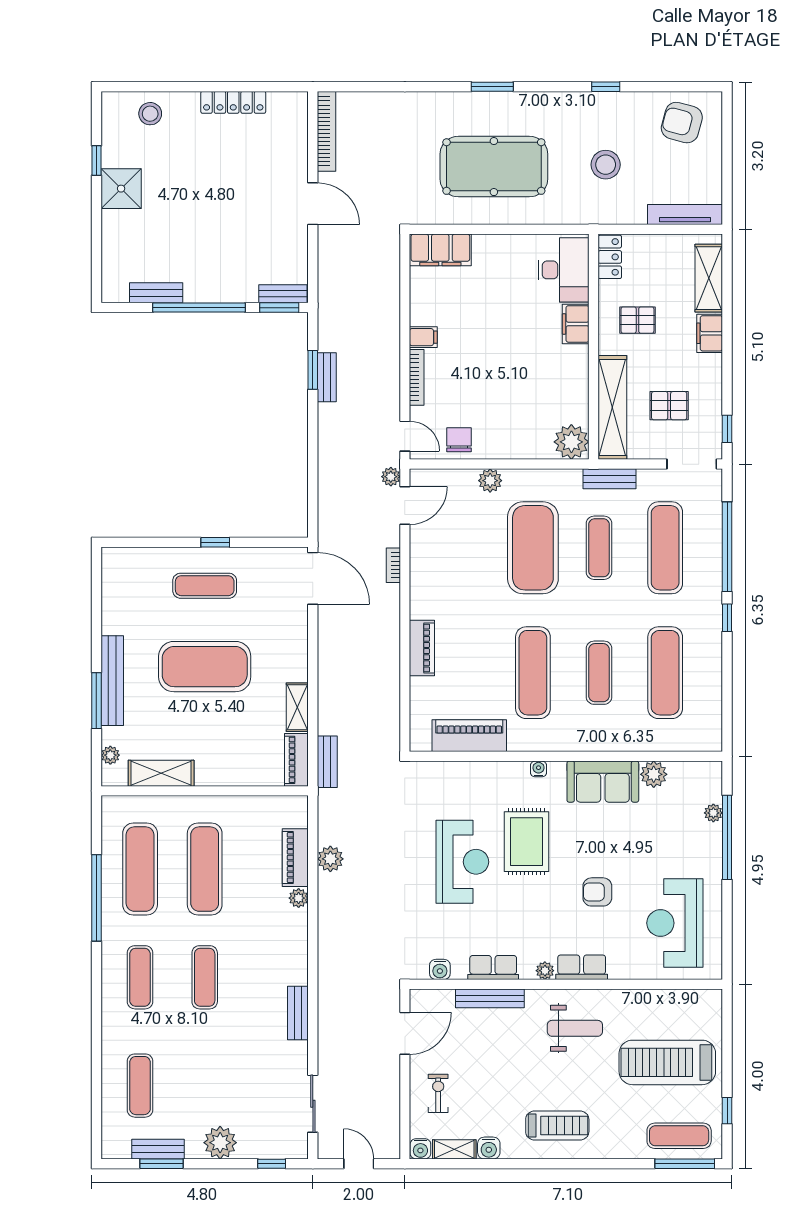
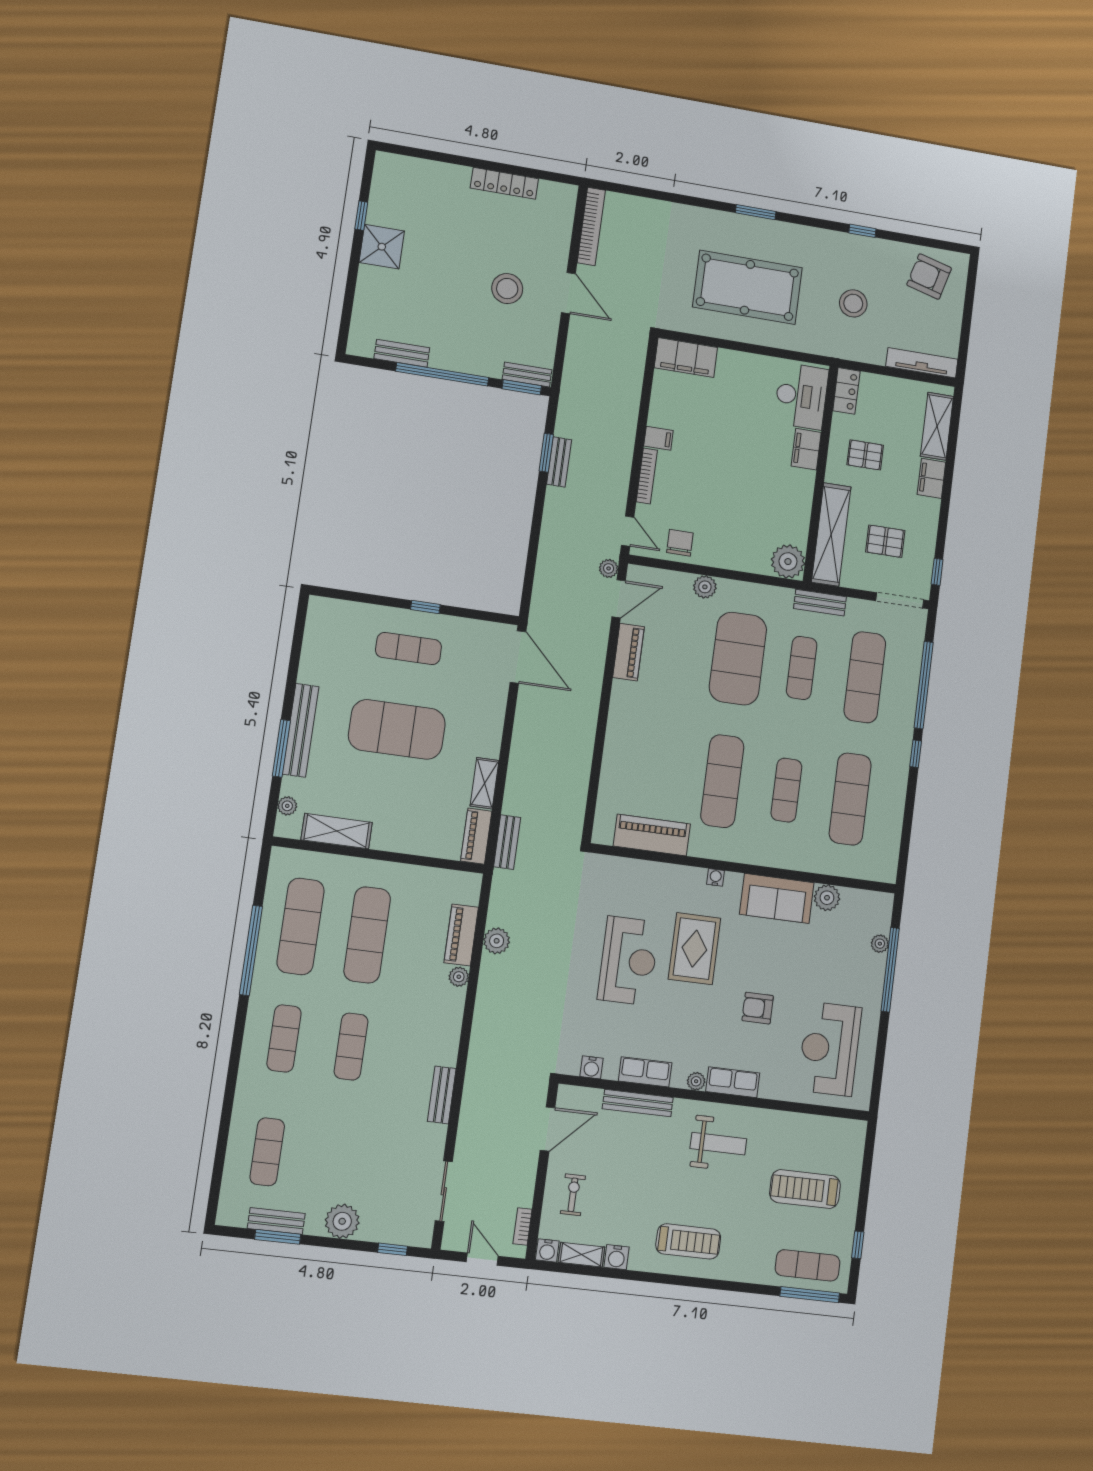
stool: (150, 114) -> (507, 289), moved, width x1.38, depth x1.38
bookcase: (393, 565) -> (523, 1226), moved
piano: (422, 648) -> (629, 652), moved
treadmill: (667, 1062) -> (805, 1189), width x0.73, depth x0.73

